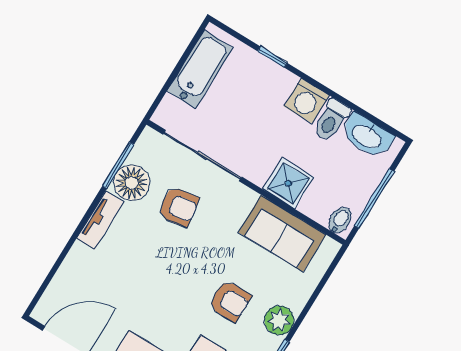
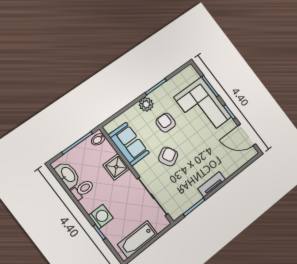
washing machine: (307, 101) -> (101, 217), moved
floor lamp: (132, 183) -> (191, 196), removed
armchair: (178, 207) -> (168, 156), moved, turned 70

